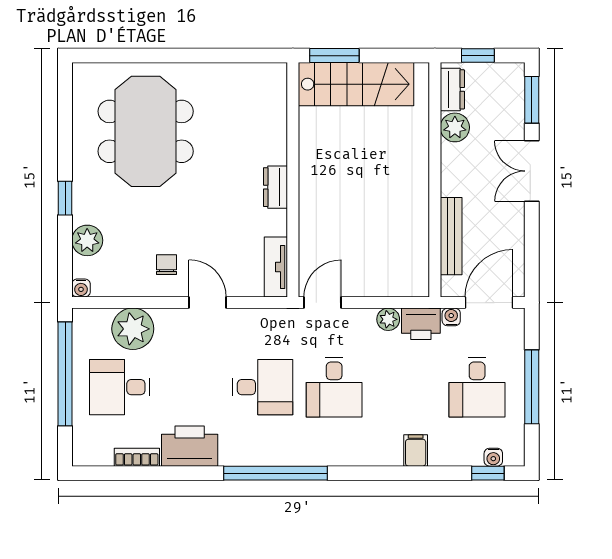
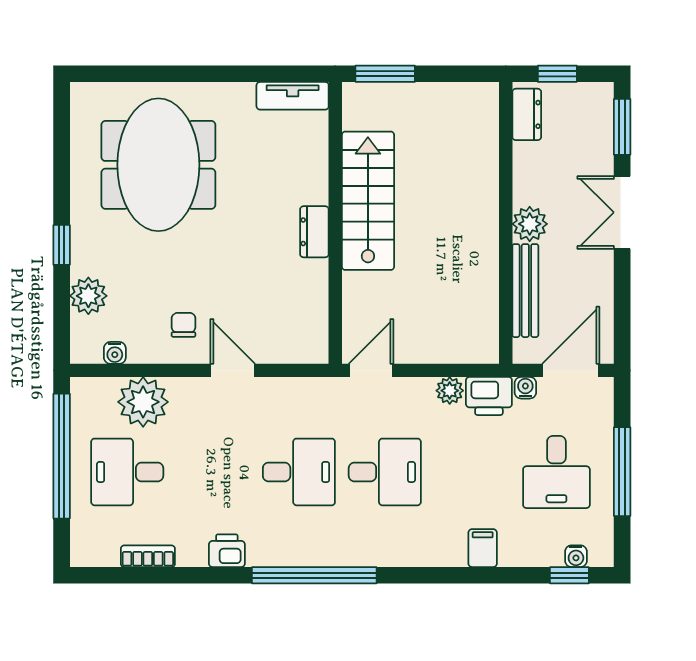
stairs: (356, 84) -> (368, 201), moved, turned -90
plant: (455, 127) -> (530, 224), moved
tv unit: (276, 267) -> (293, 96), moved, turned -90
water cooler: (81, 288) -> (115, 353), moved
desk: (334, 387) -> (385, 472), turned -90
printer: (190, 446) -> (227, 551), width x0.53, depth x0.68

